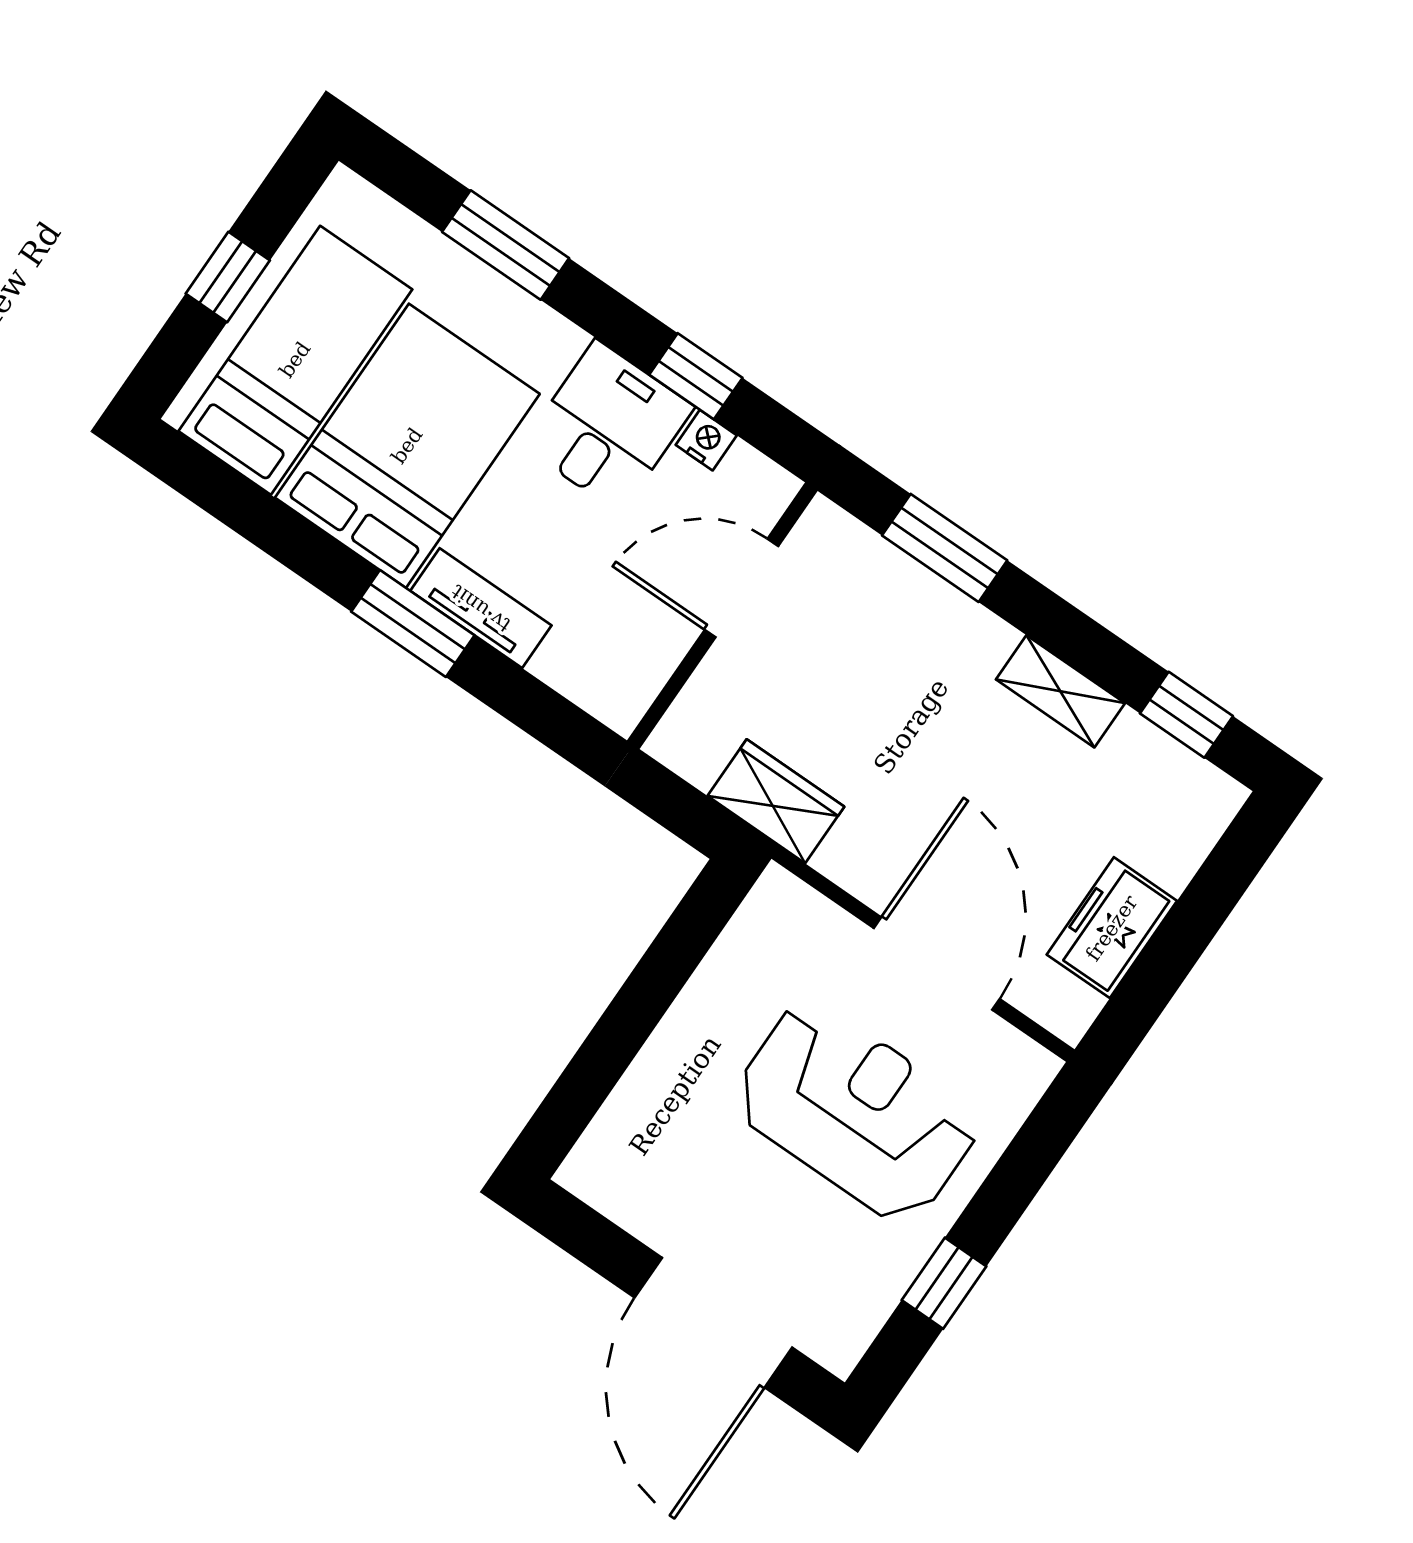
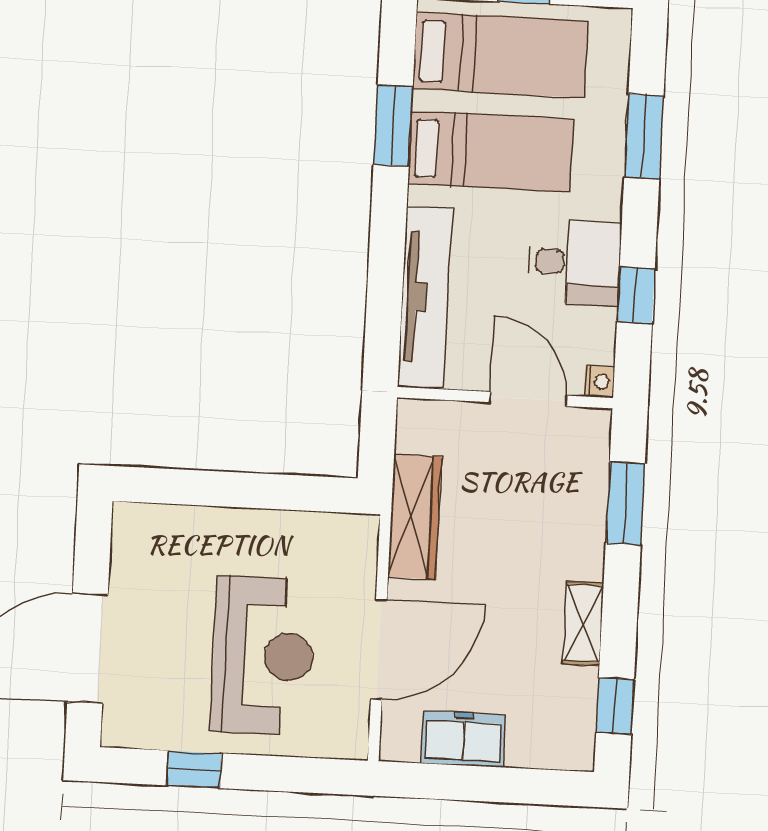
nightstand: (706, 440) -> (599, 382), moved
bed: (407, 446) -> (491, 152), width x0.67
tv unit: (481, 608) -> (425, 297), width x1.92, depth x1.29
window: (413, 624) -> (393, 126), moved
wardrobe: (776, 801) -> (415, 517), width x1.50

